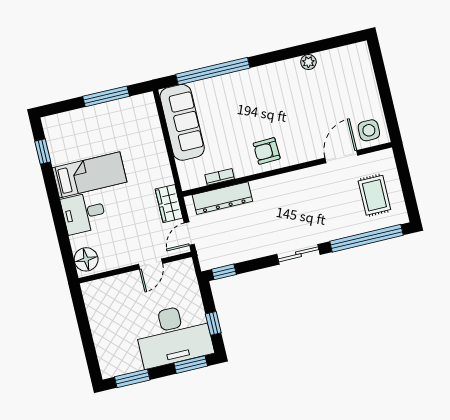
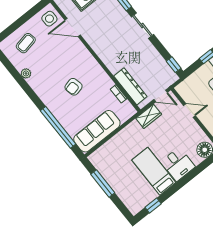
coffee table: (351, 82) -> (26, 43), added
armchair: (267, 151) -> (74, 87), moved, turned 79

